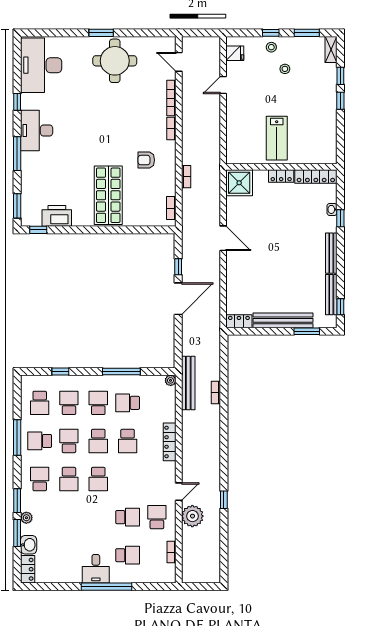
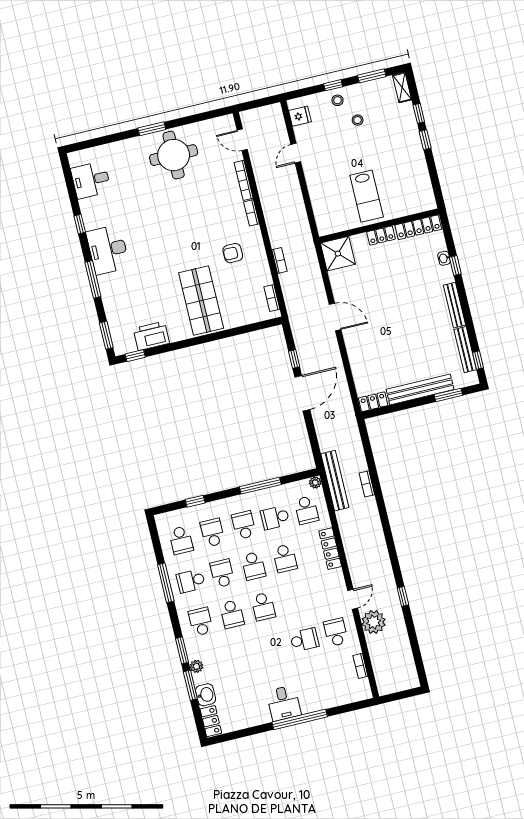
desk: (41, 65) -> (91, 180), width x0.53, depth x0.77
school desk: (128, 555) -> (306, 510), moved, turned 90

